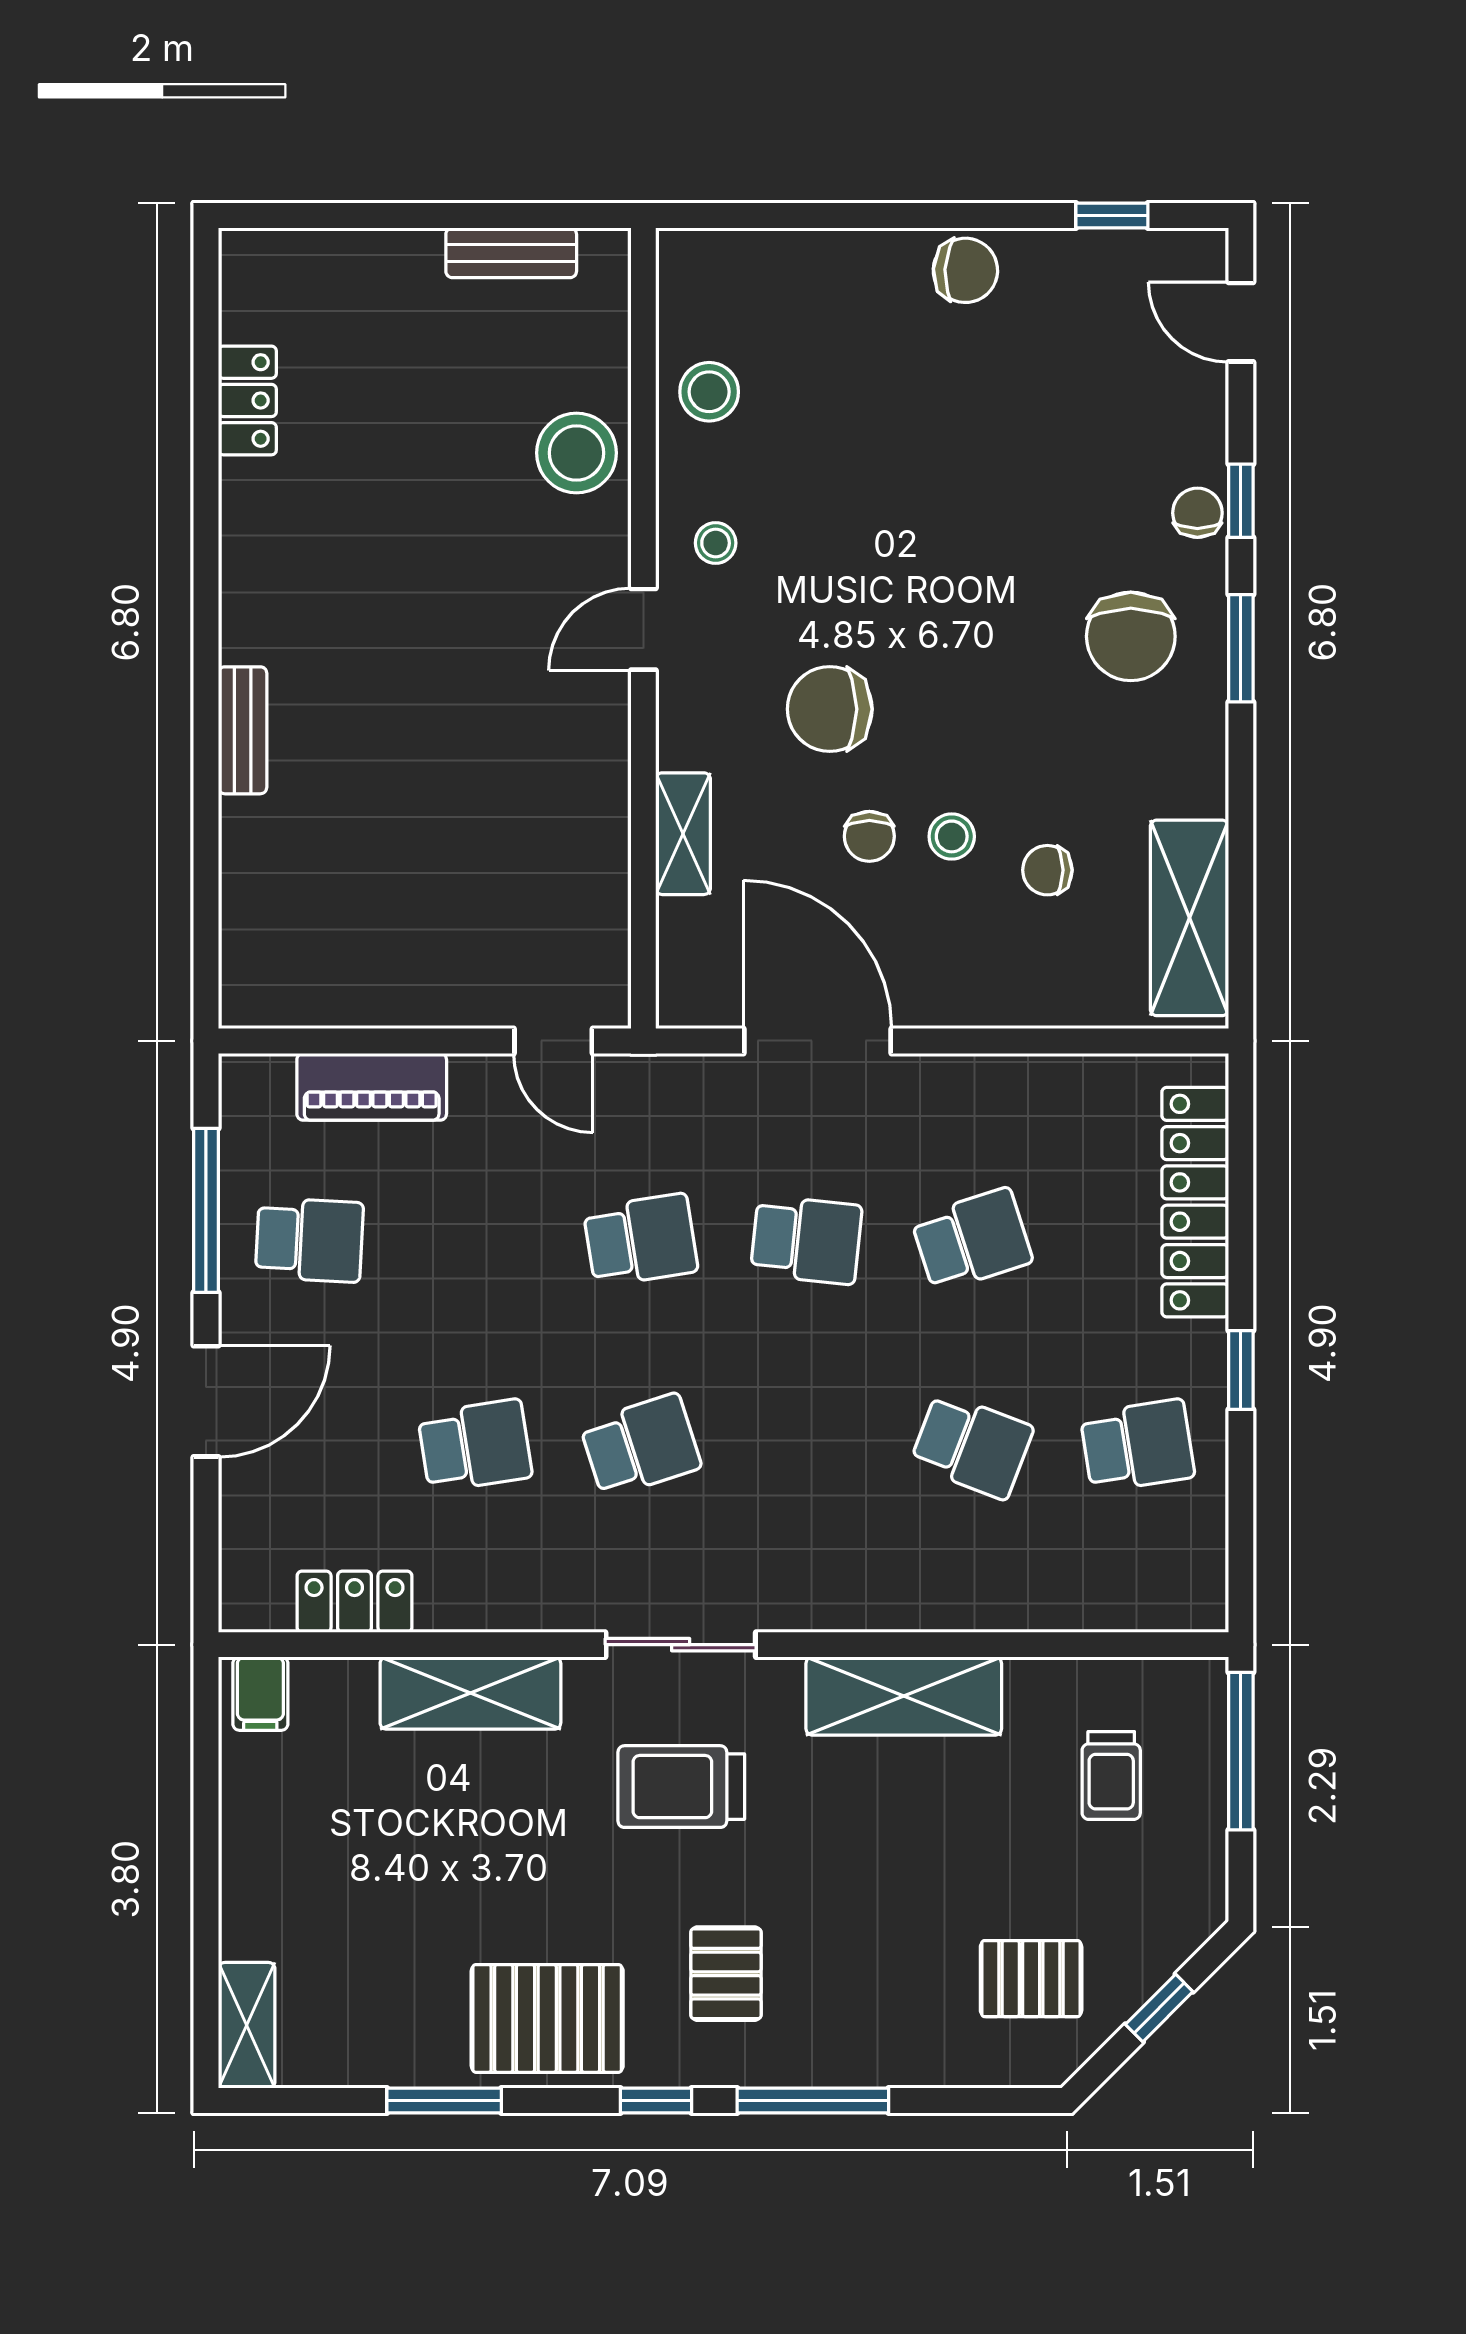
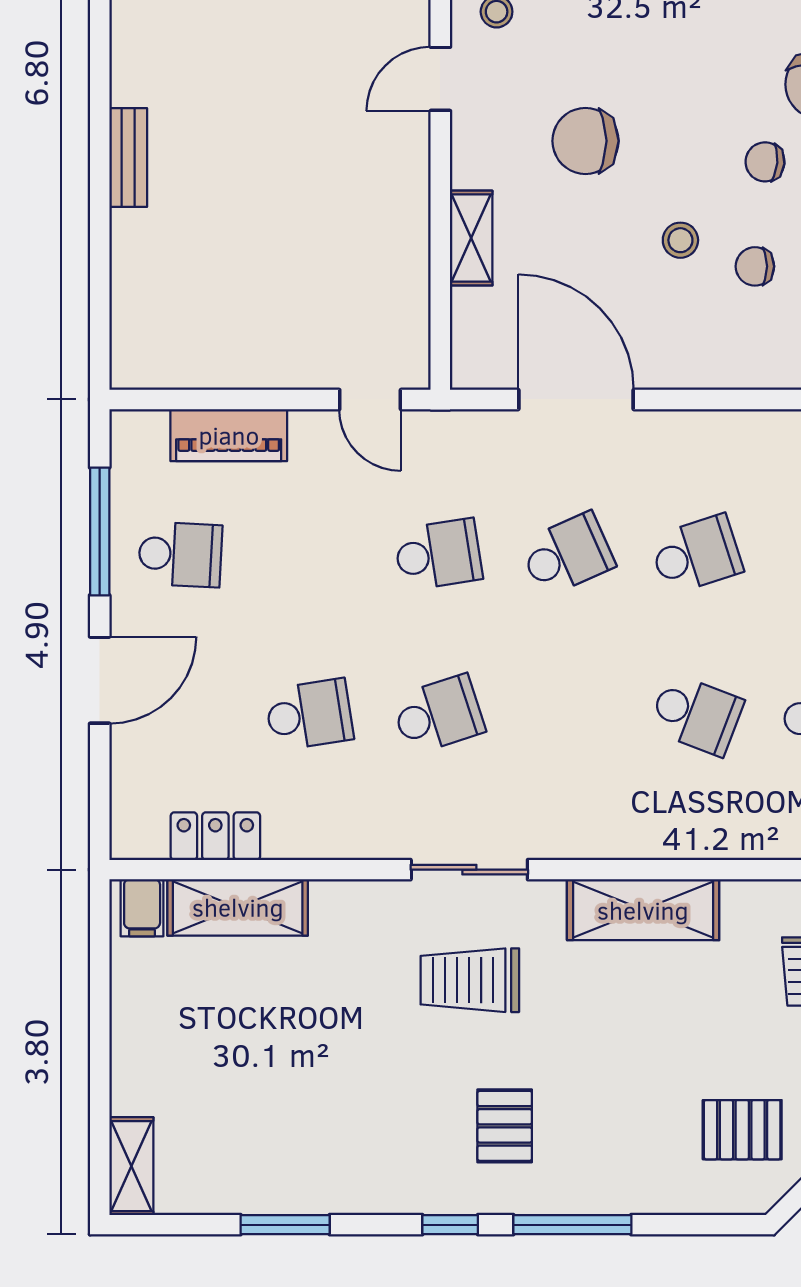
chair: (869, 836) -> (765, 162), moved, turned 95
school desk: (806, 1240) -> (567, 554), turned -30
shelving: (470, 1693) -> (238, 907), moved
pallet: (547, 2018) -> (365, 1161), removed

